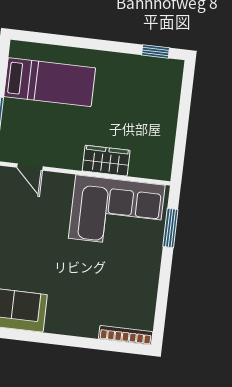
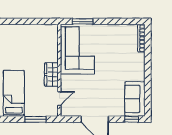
wardrobe: (106, 161) -> (51, 74), moved

